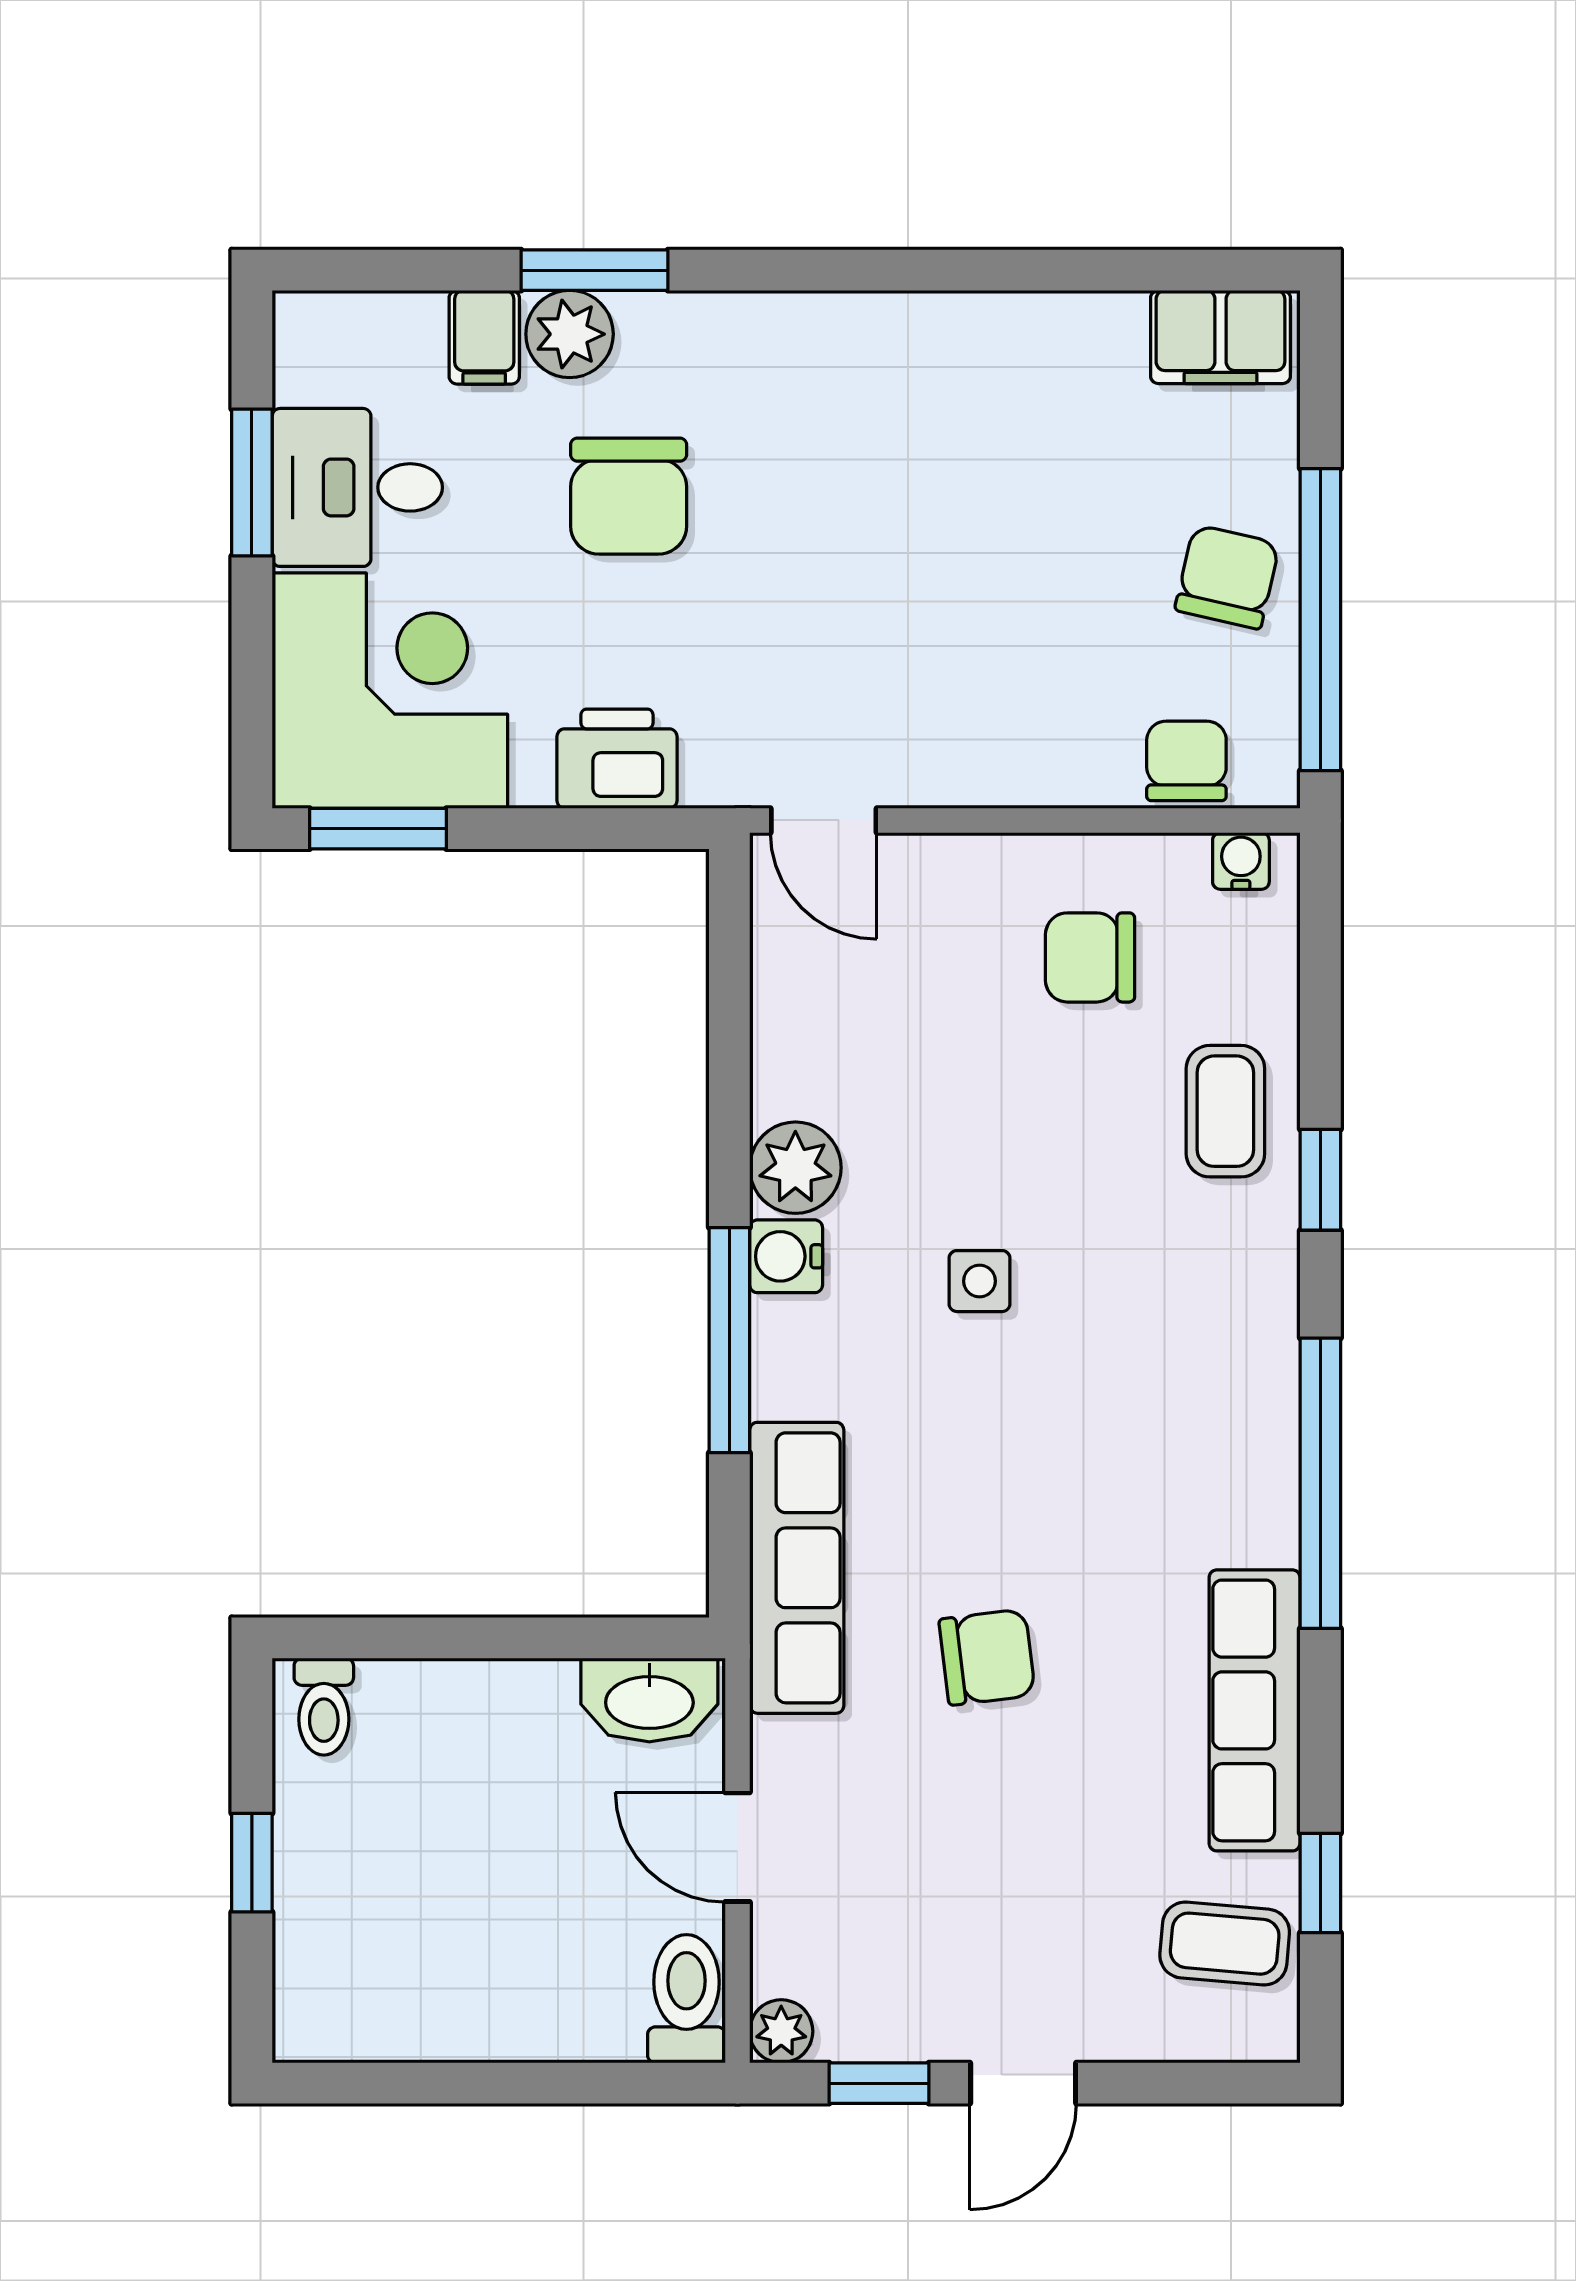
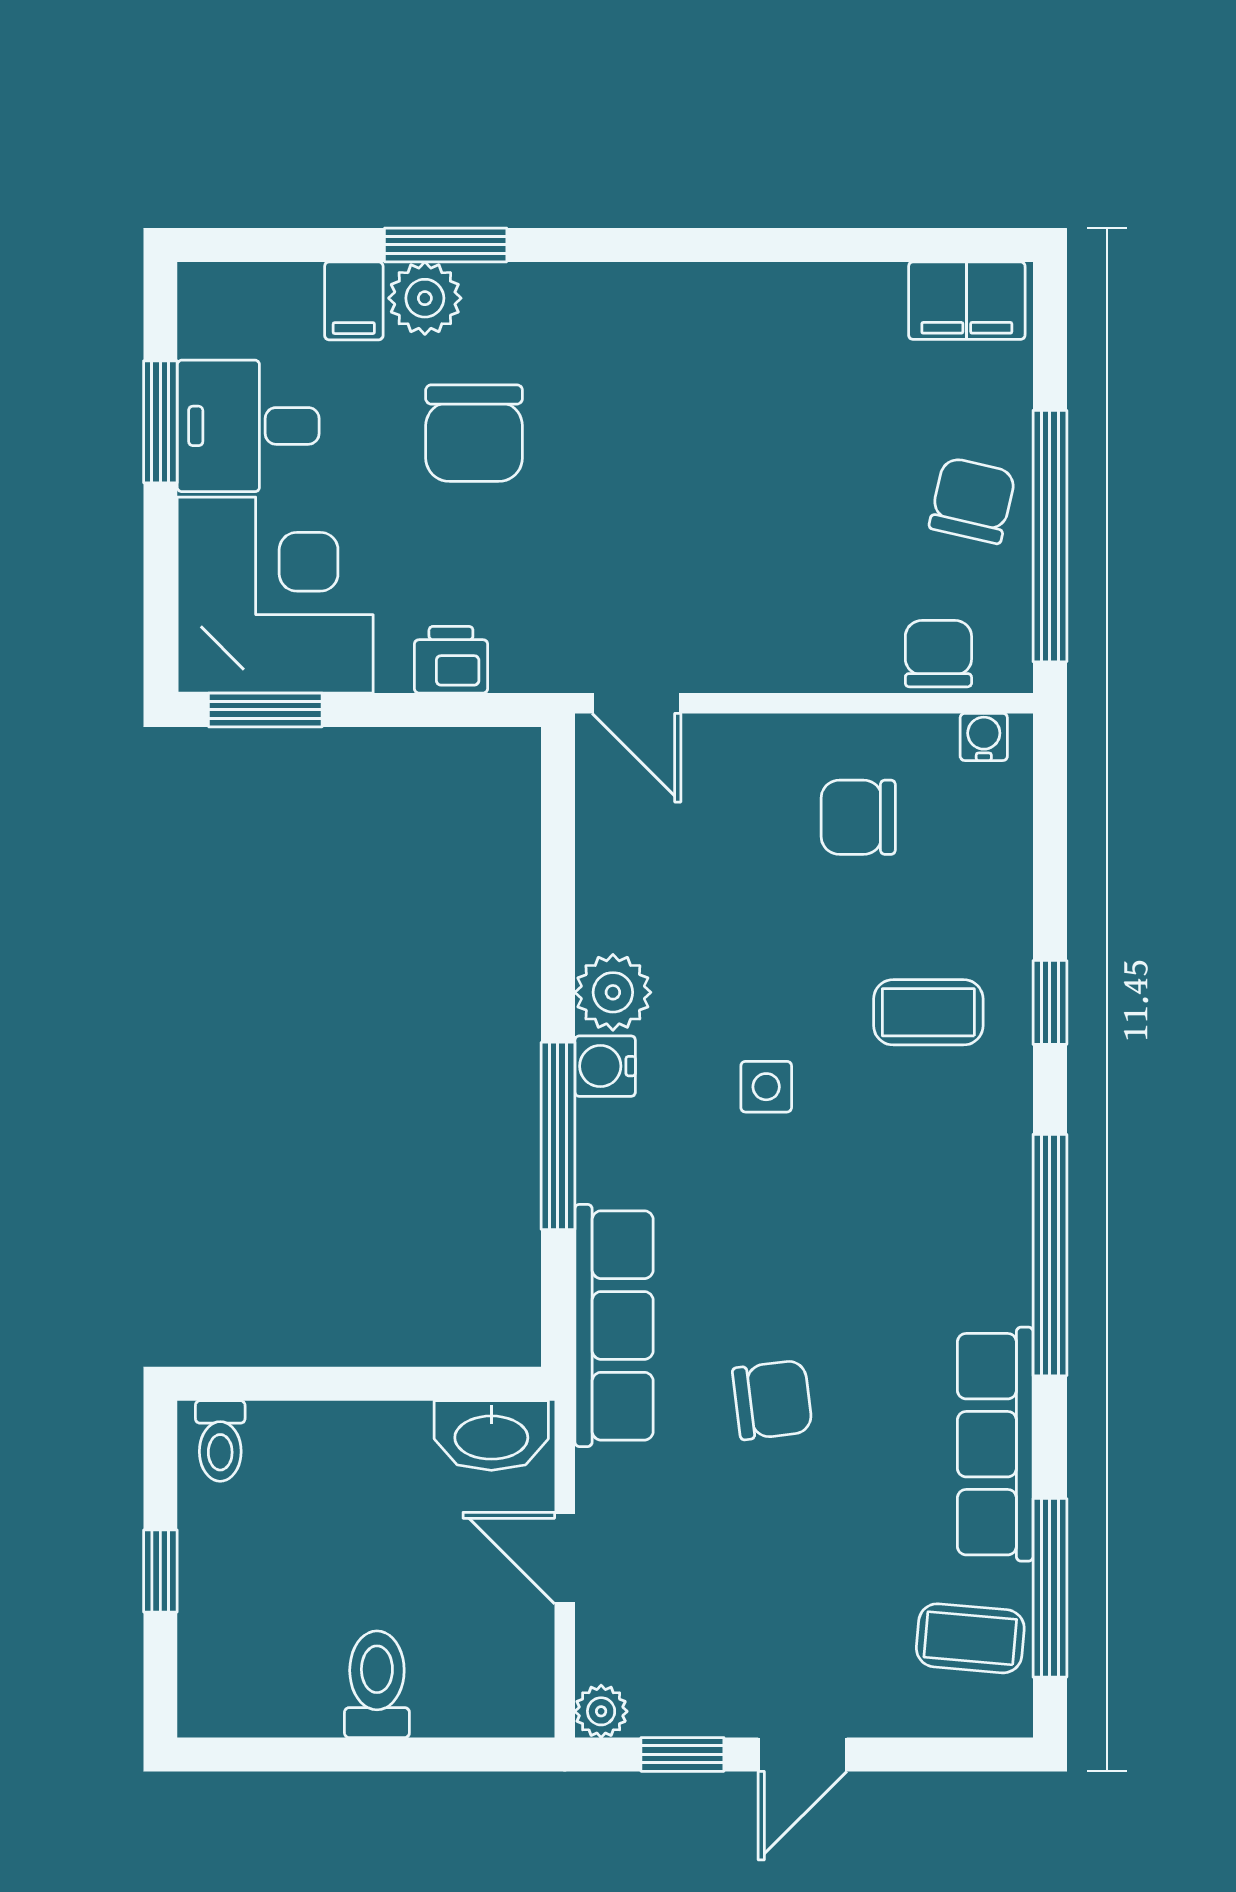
printer: (617, 759) -> (451, 660), width x0.73, depth x0.81
coffee table: (1225, 1111) -> (928, 1012), moved, turned 90
window: (1320, 1883) -> (1050, 1588), width x2.17
toilet: (686, 1999) -> (377, 1684), moved

